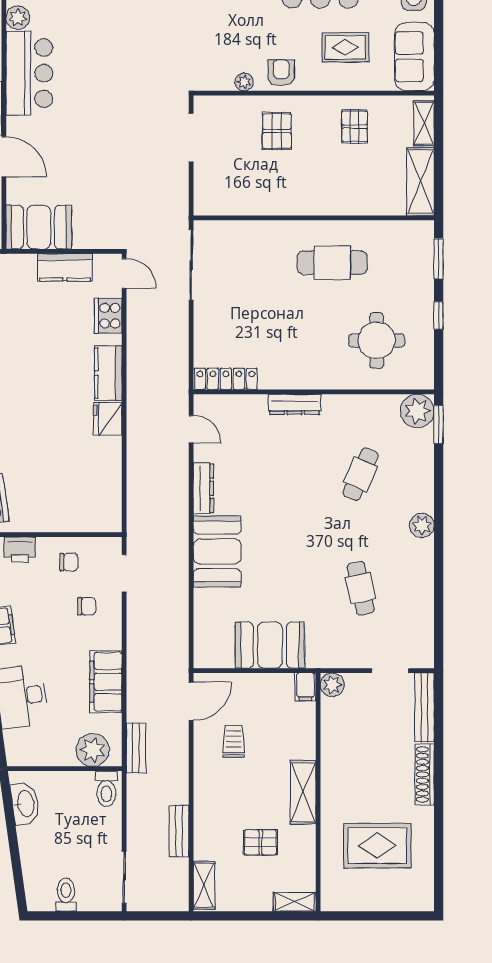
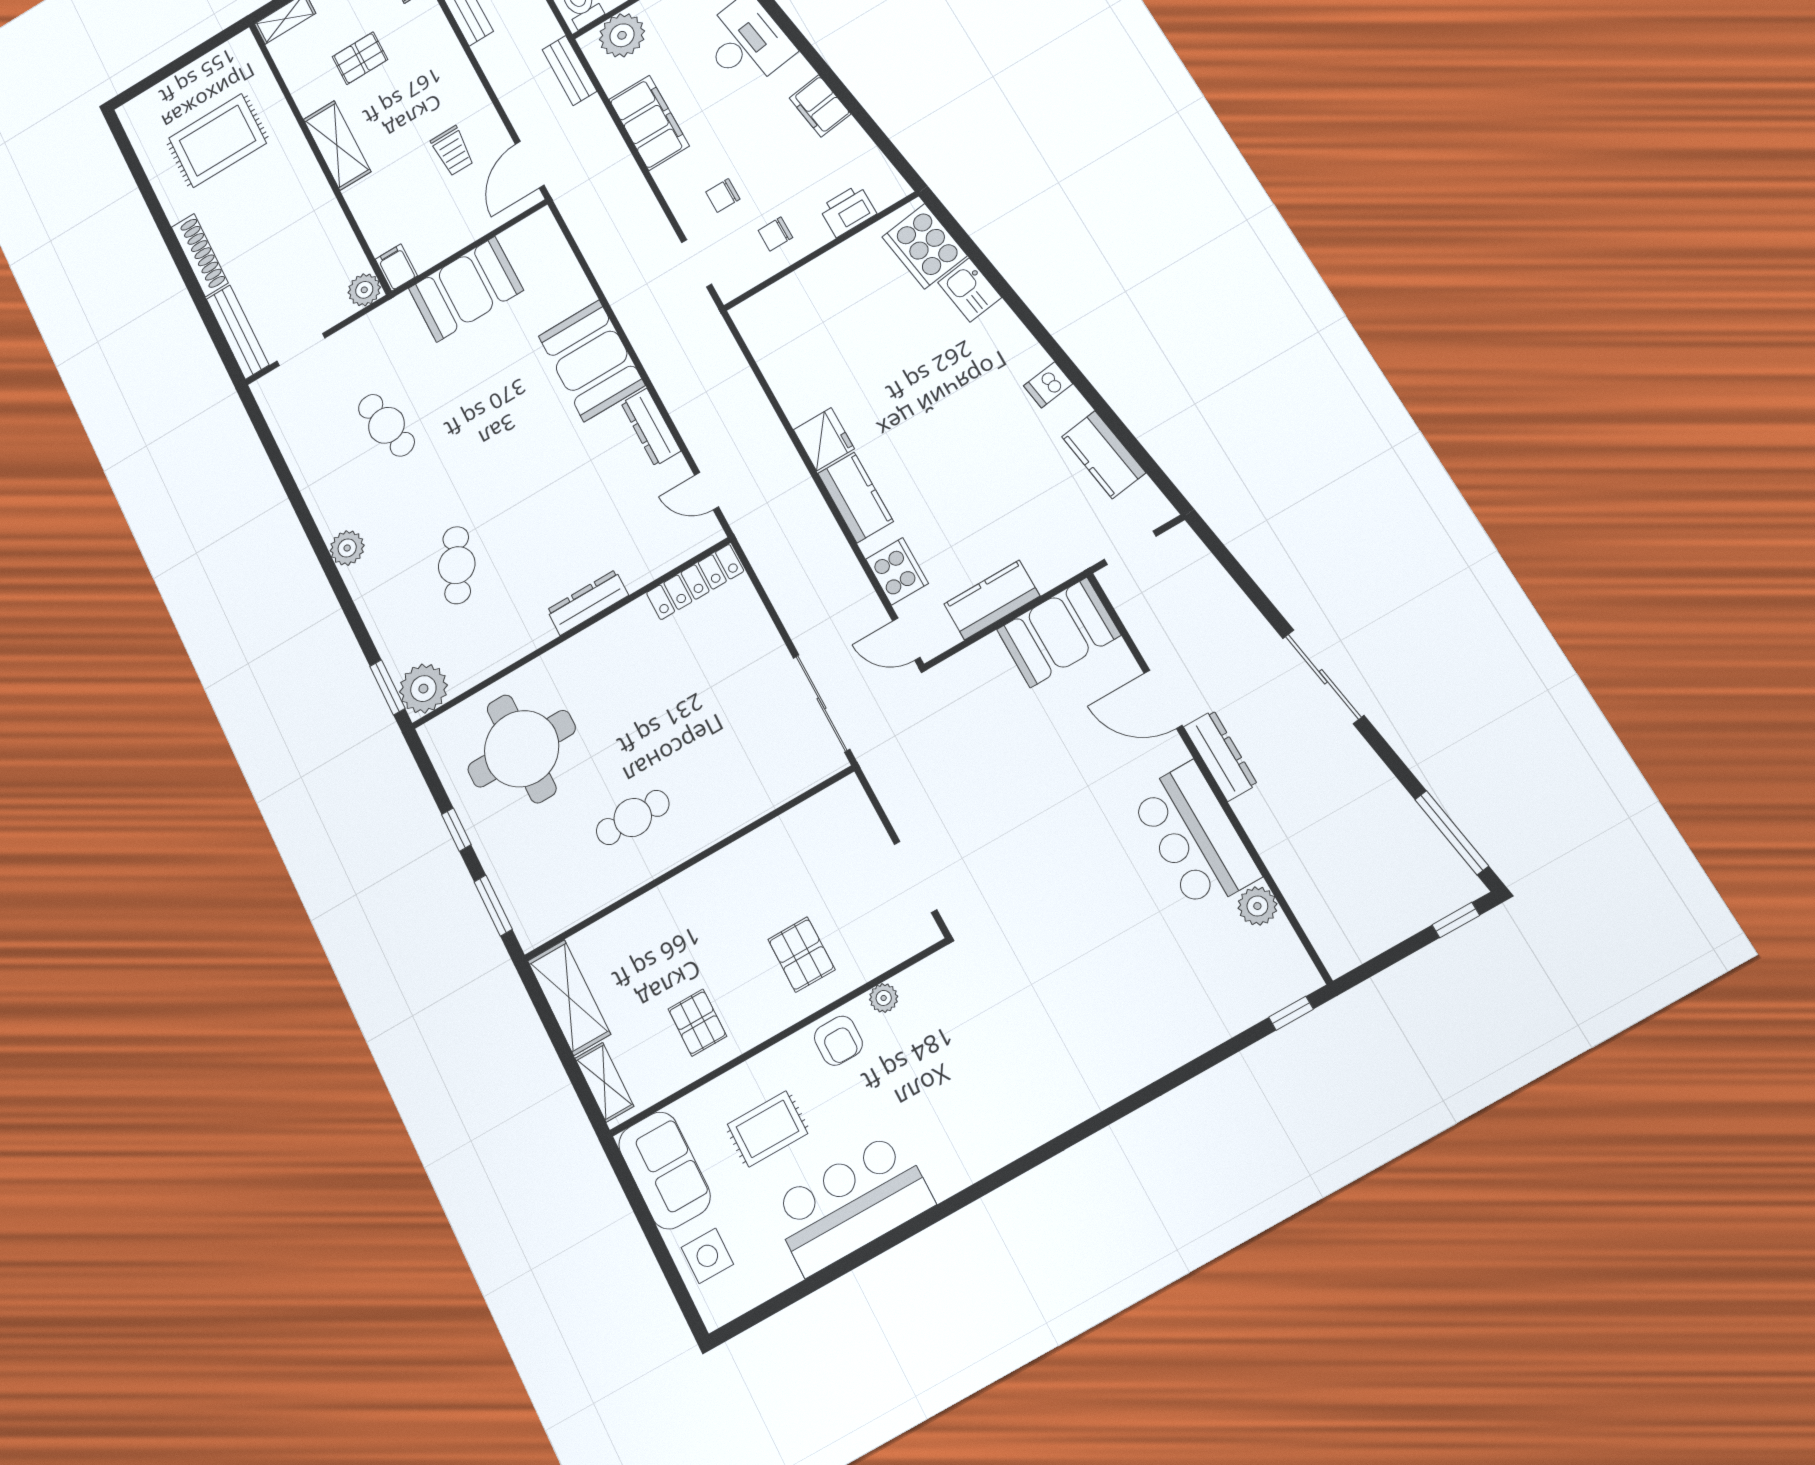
cafe table: (332, 263) -> (633, 817), width x0.73, depth x0.74
round table: (377, 340) -> (522, 749), width x1.36, depth x1.36

